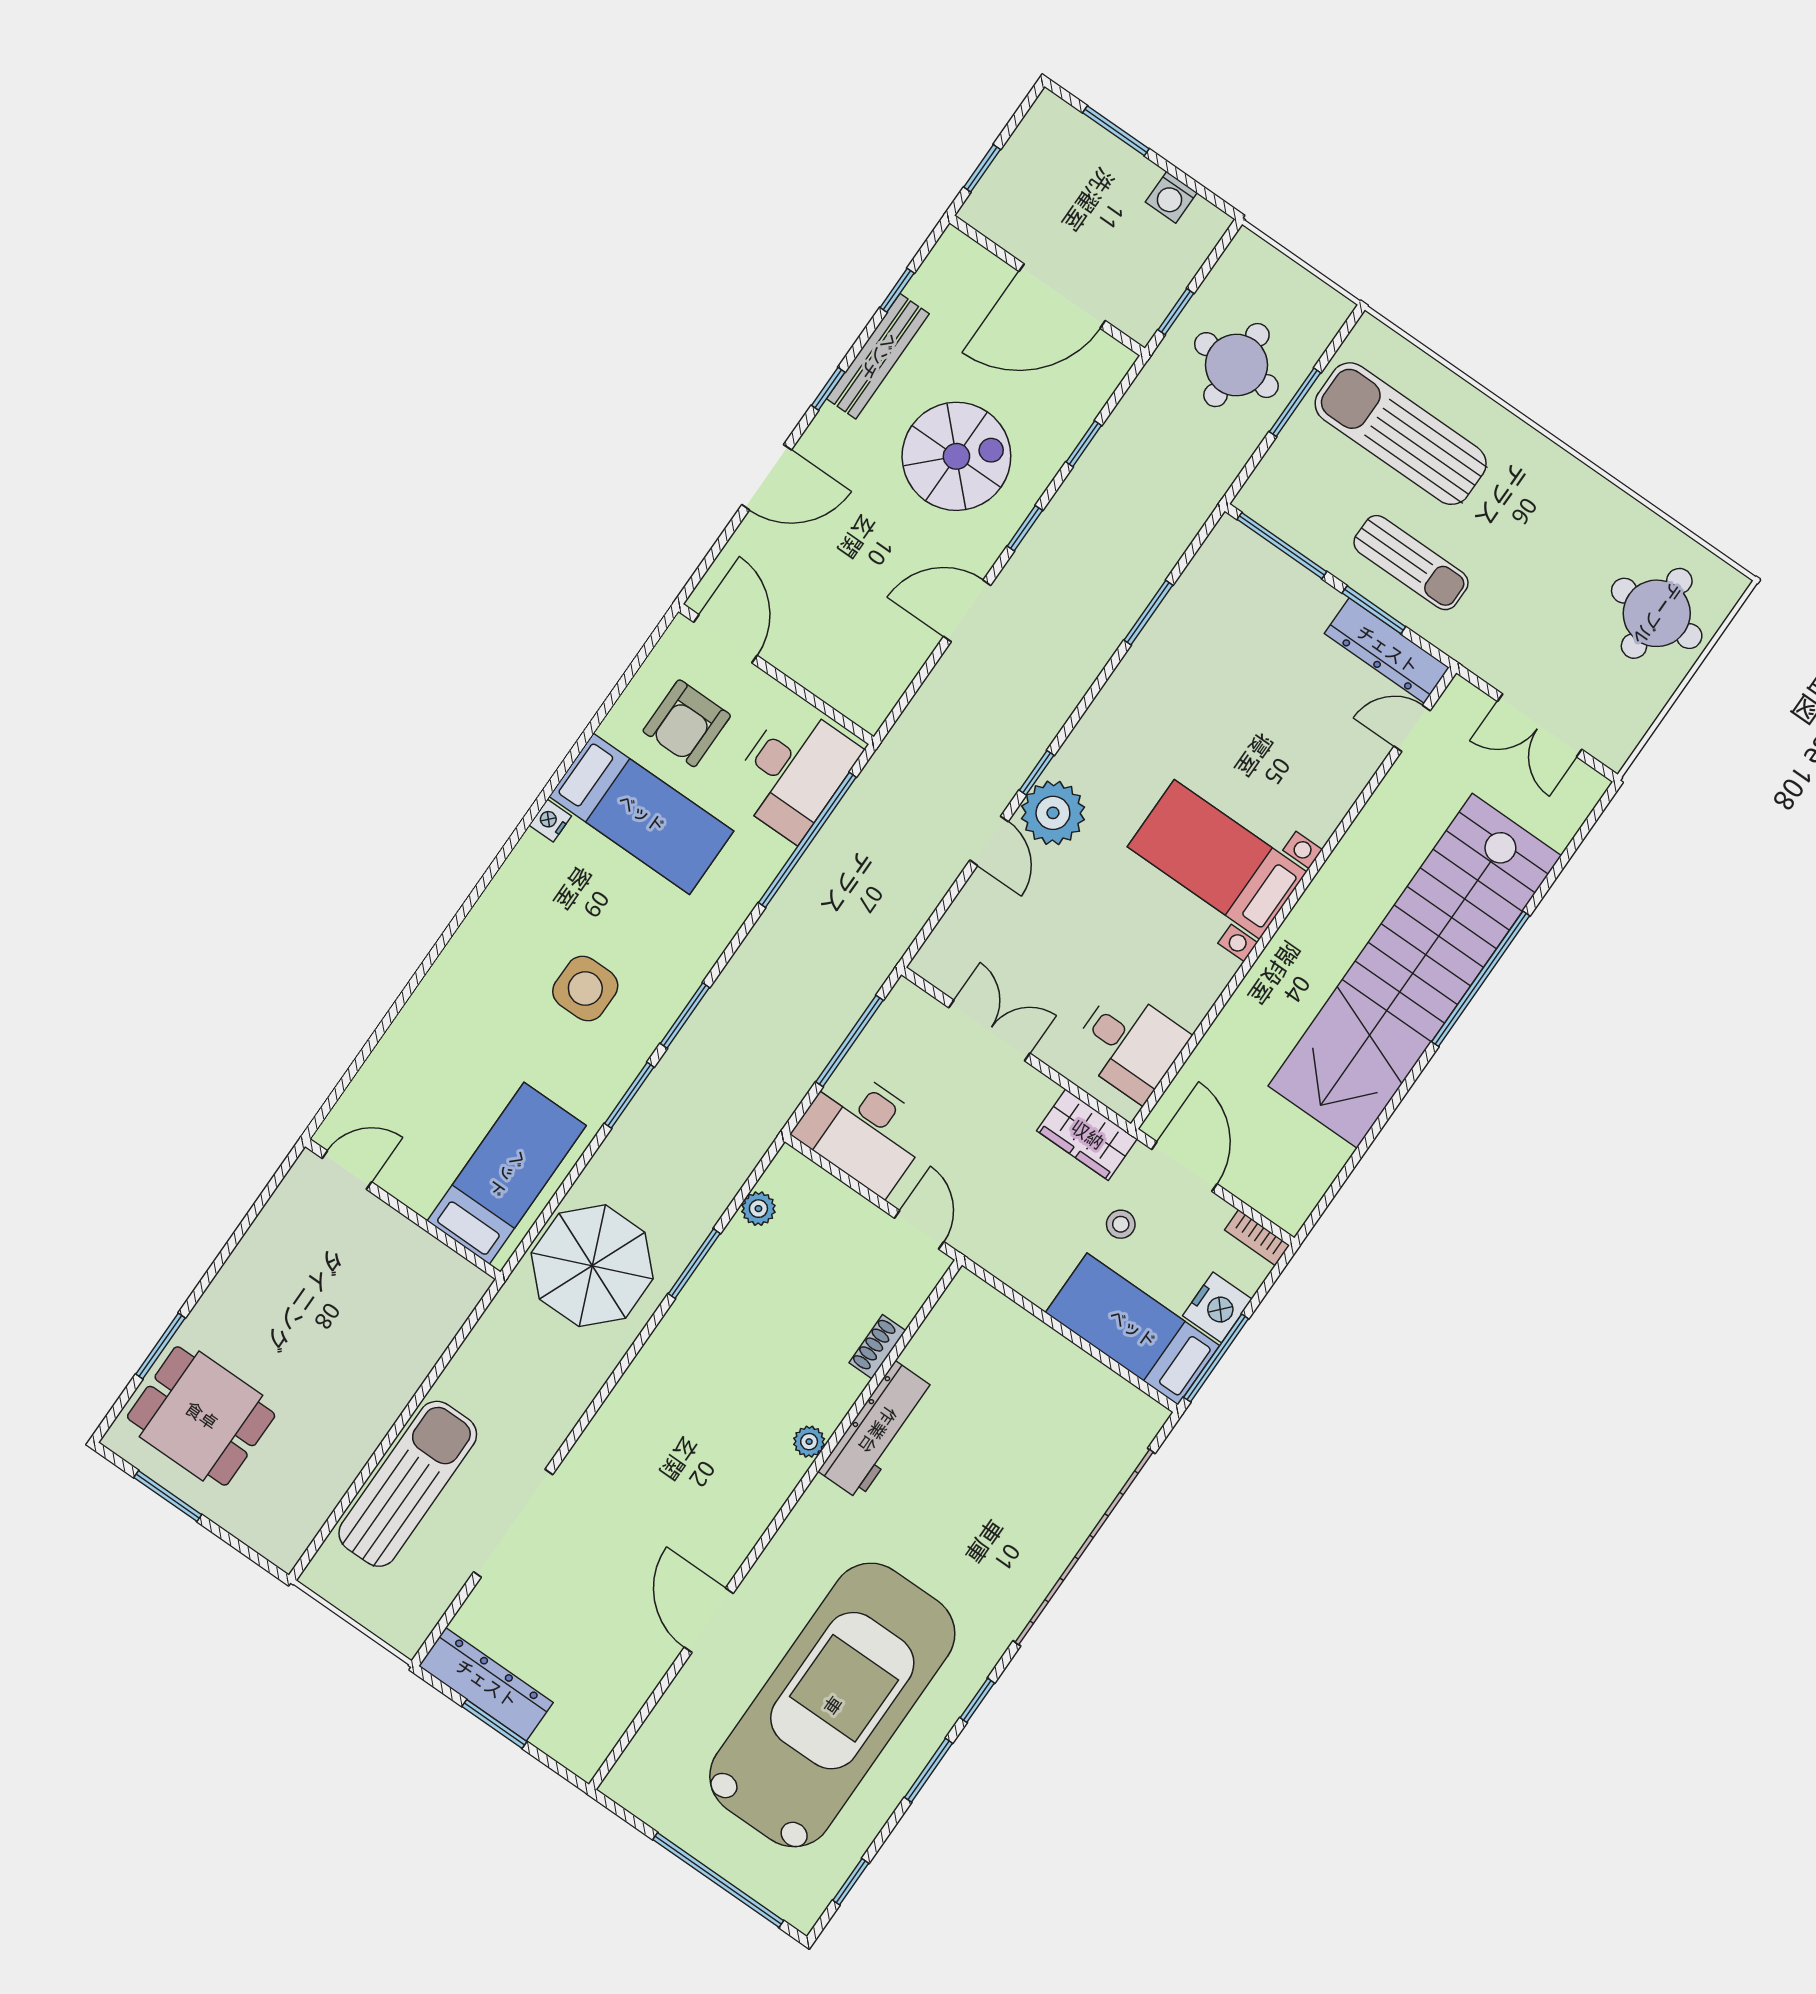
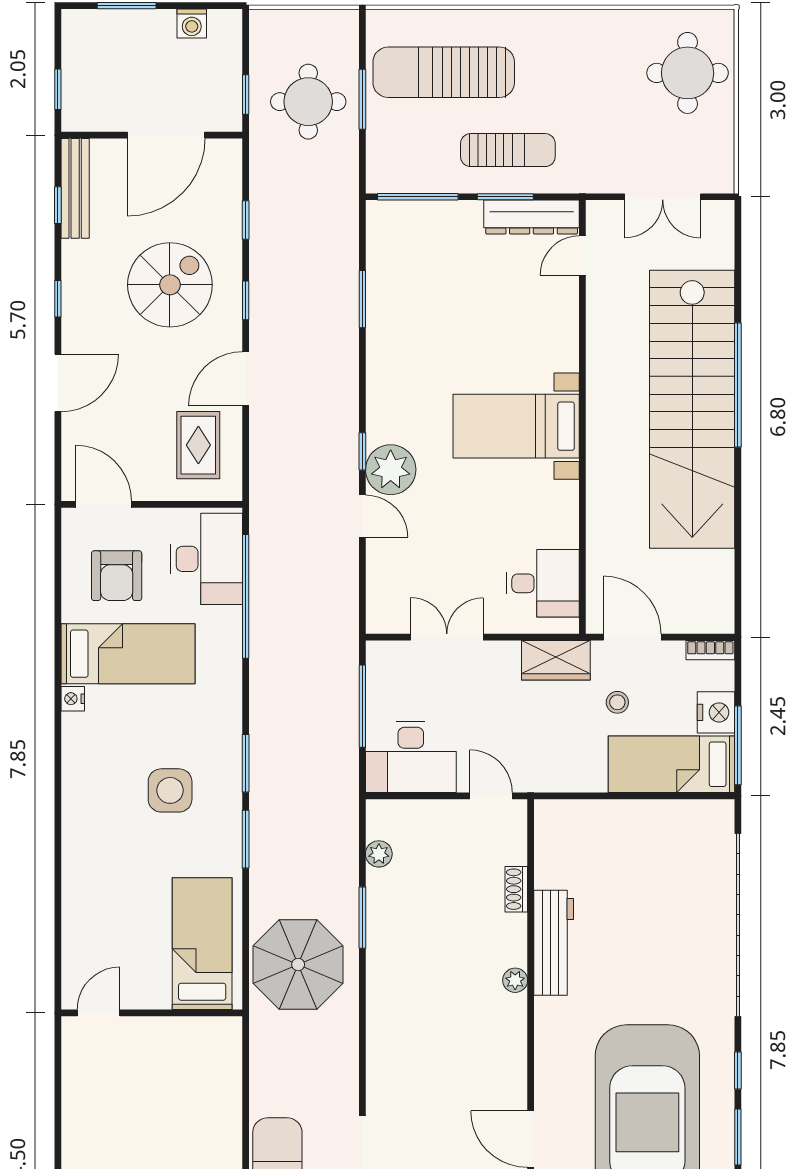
bench: (878, 356) -> (75, 188), moved
rug: (869, 646) -> (198, 445), added

